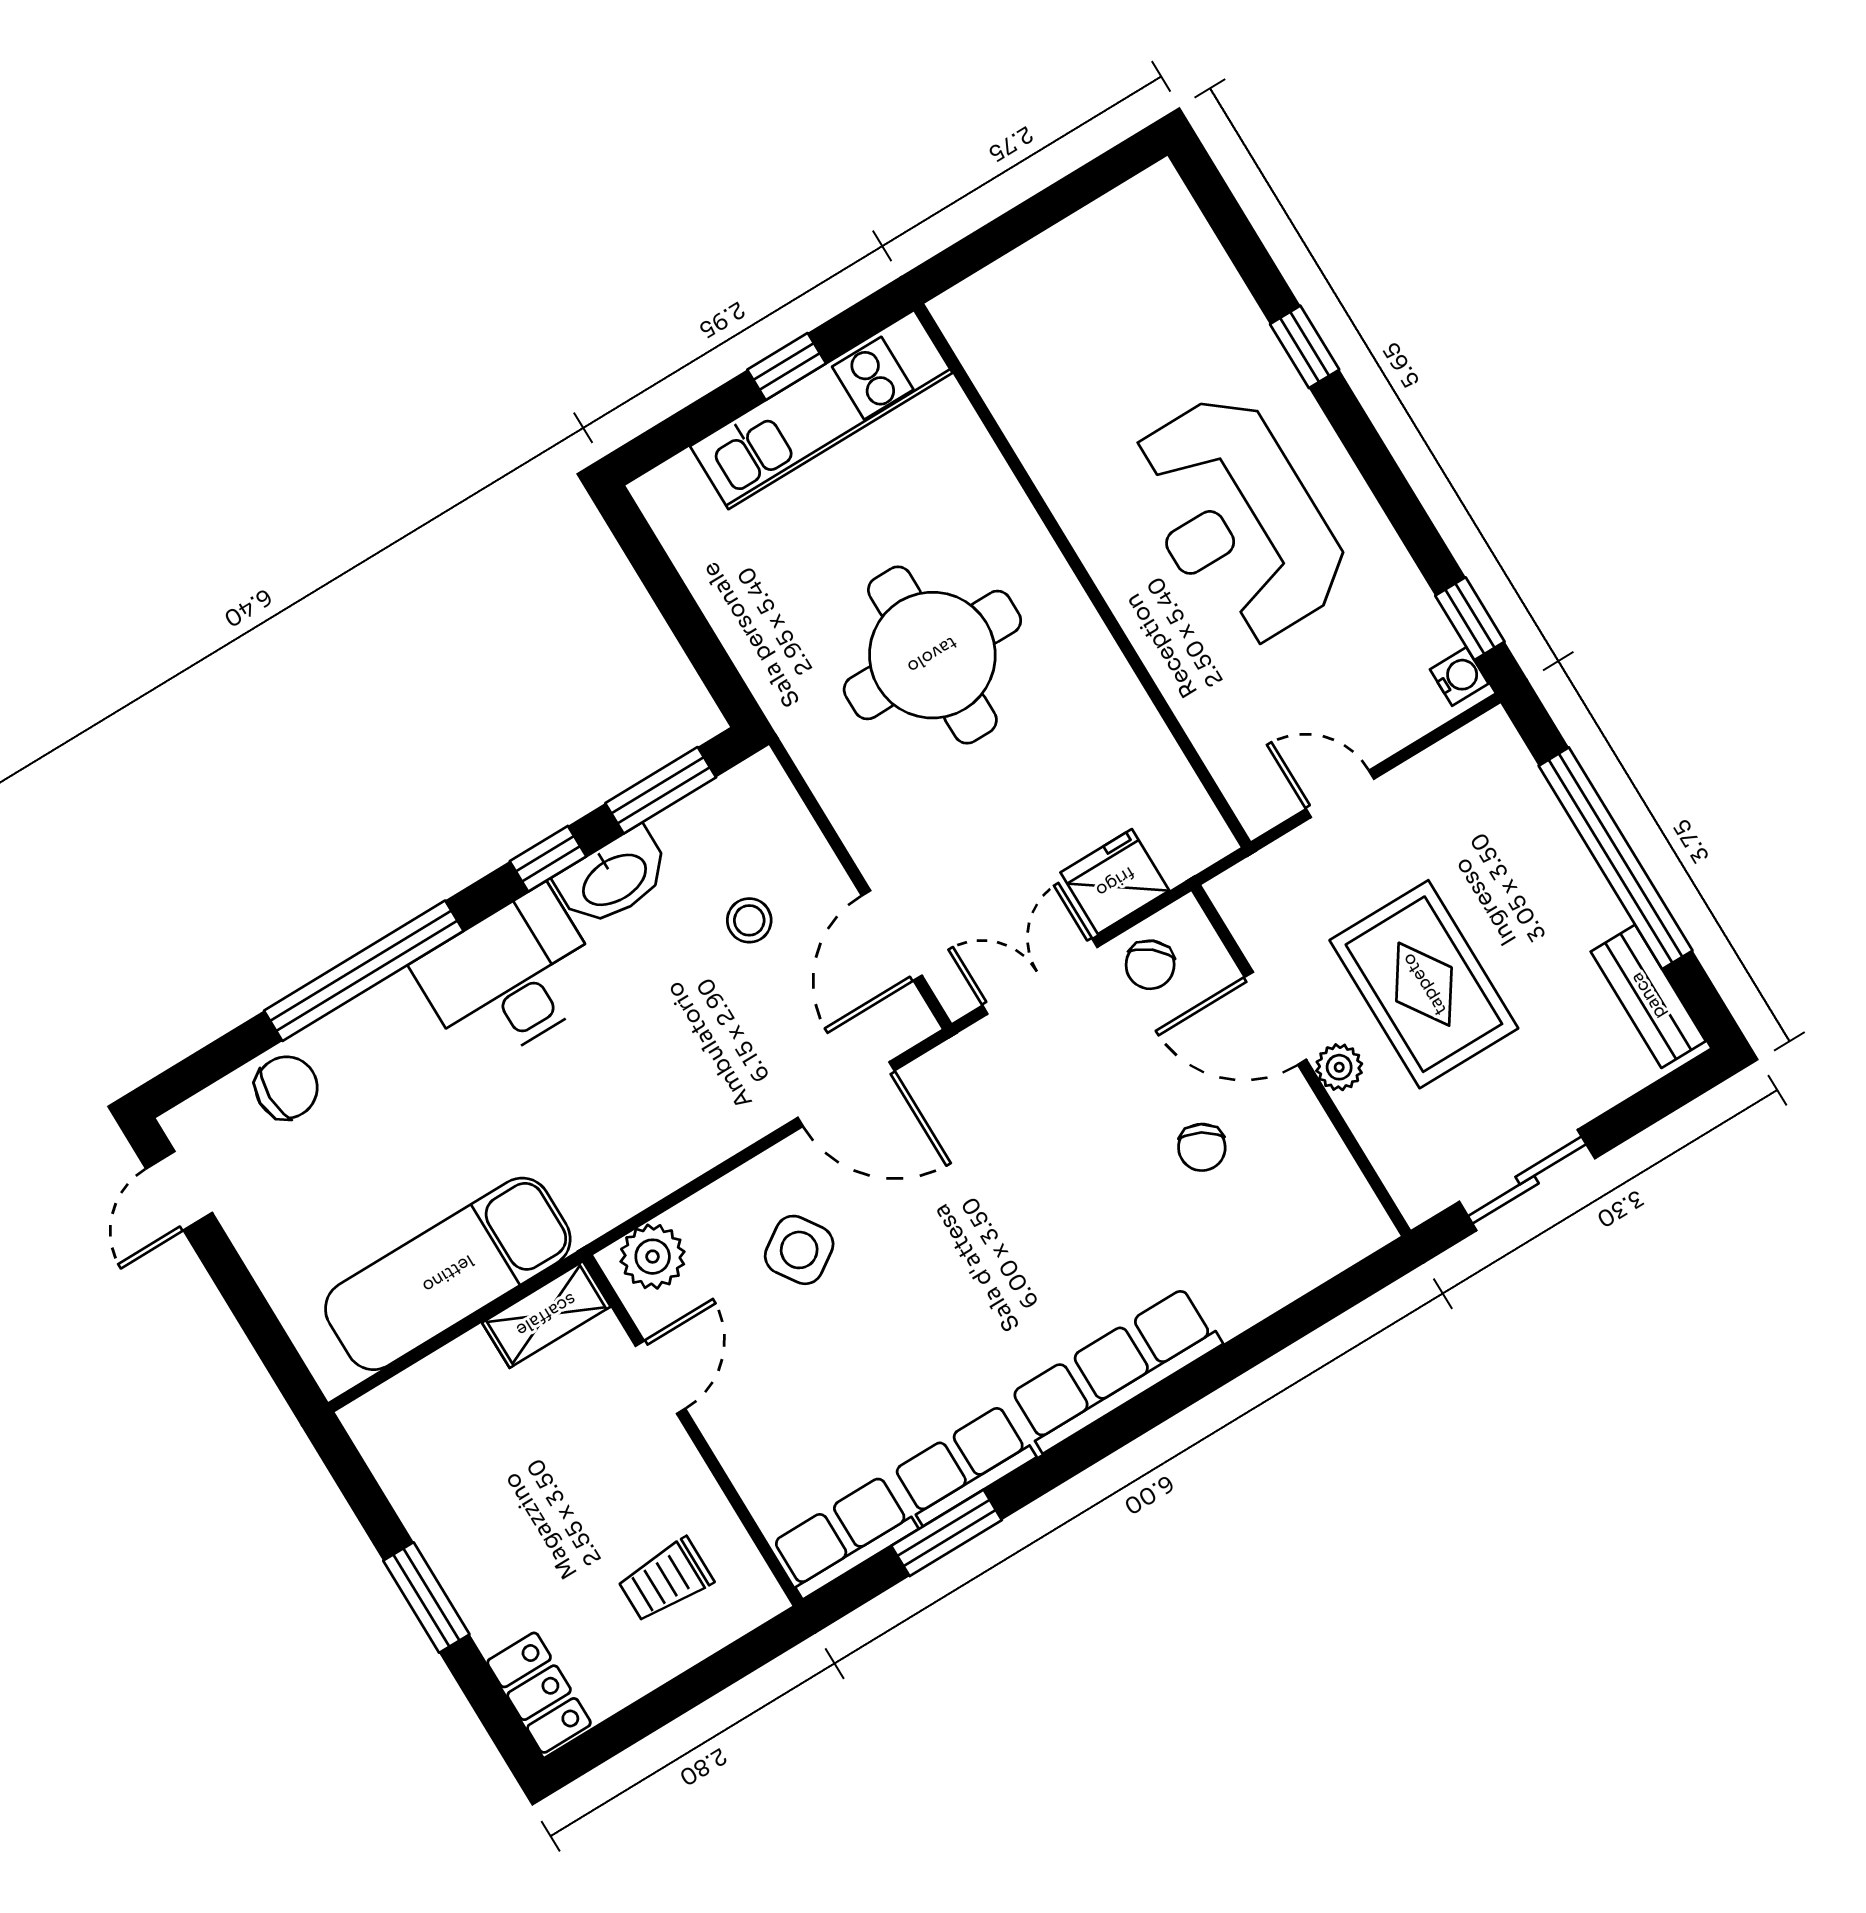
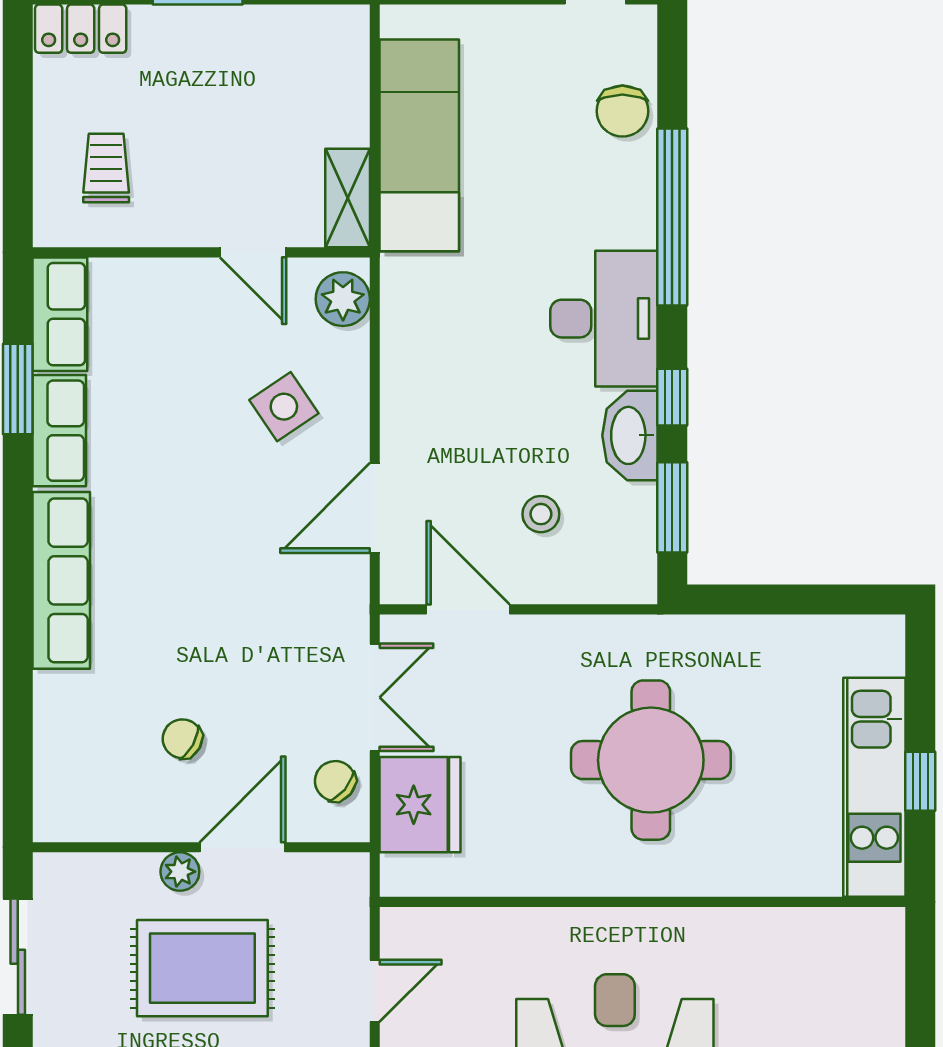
fridge: (1115, 882) -> (420, 805), width x1.36, depth x1.34

